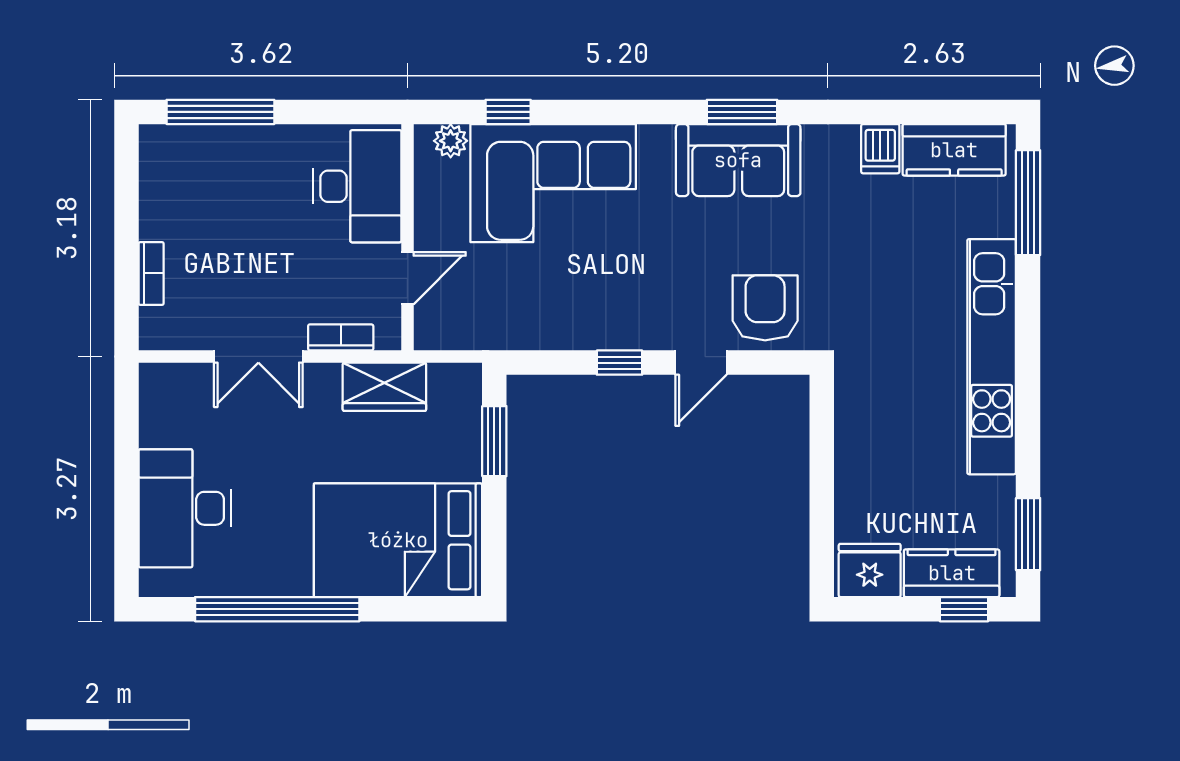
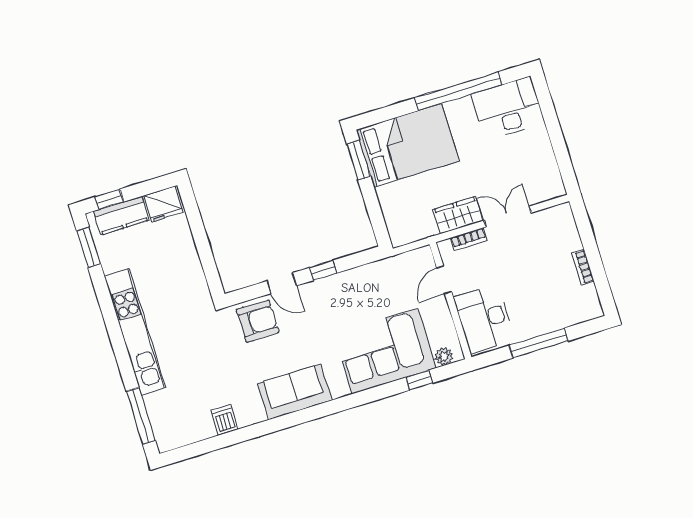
window: (220, 112) -> (539, 343), moved
window: (742, 112) -> (300, 417), removed
kitchen counter: (954, 150) -> (187, 431), removed
bookcase: (151, 273) -> (583, 267), moved
armchair: (765, 308) -> (258, 321), turned -90
door: (701, 363) -> (282, 283), swing flipped
wardrobe: (384, 387) -> (458, 215), moved
window: (494, 441) -> (359, 160), moved
desk: (185, 508) -> (508, 108), moved, turned -90

